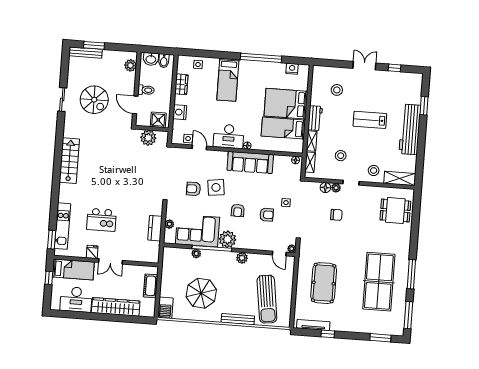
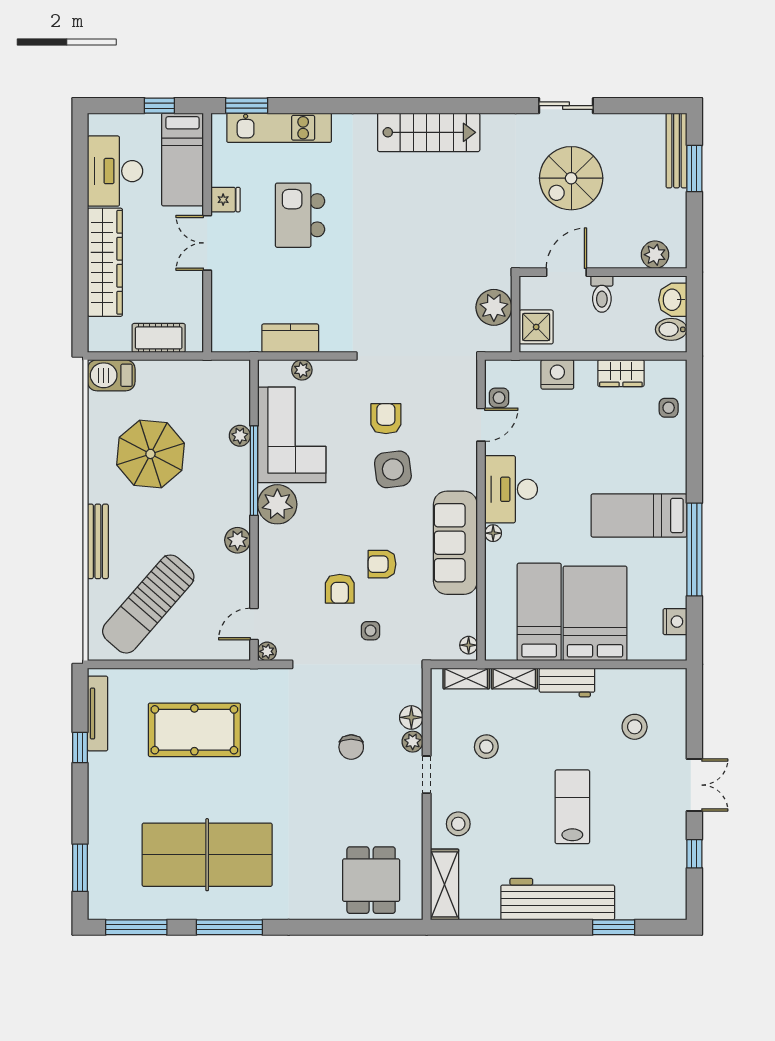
bed: (228, 80) -> (639, 516), moved
armchair: (238, 210) -> (382, 564), moved
sun lounger: (267, 299) -> (148, 604), turned -41

